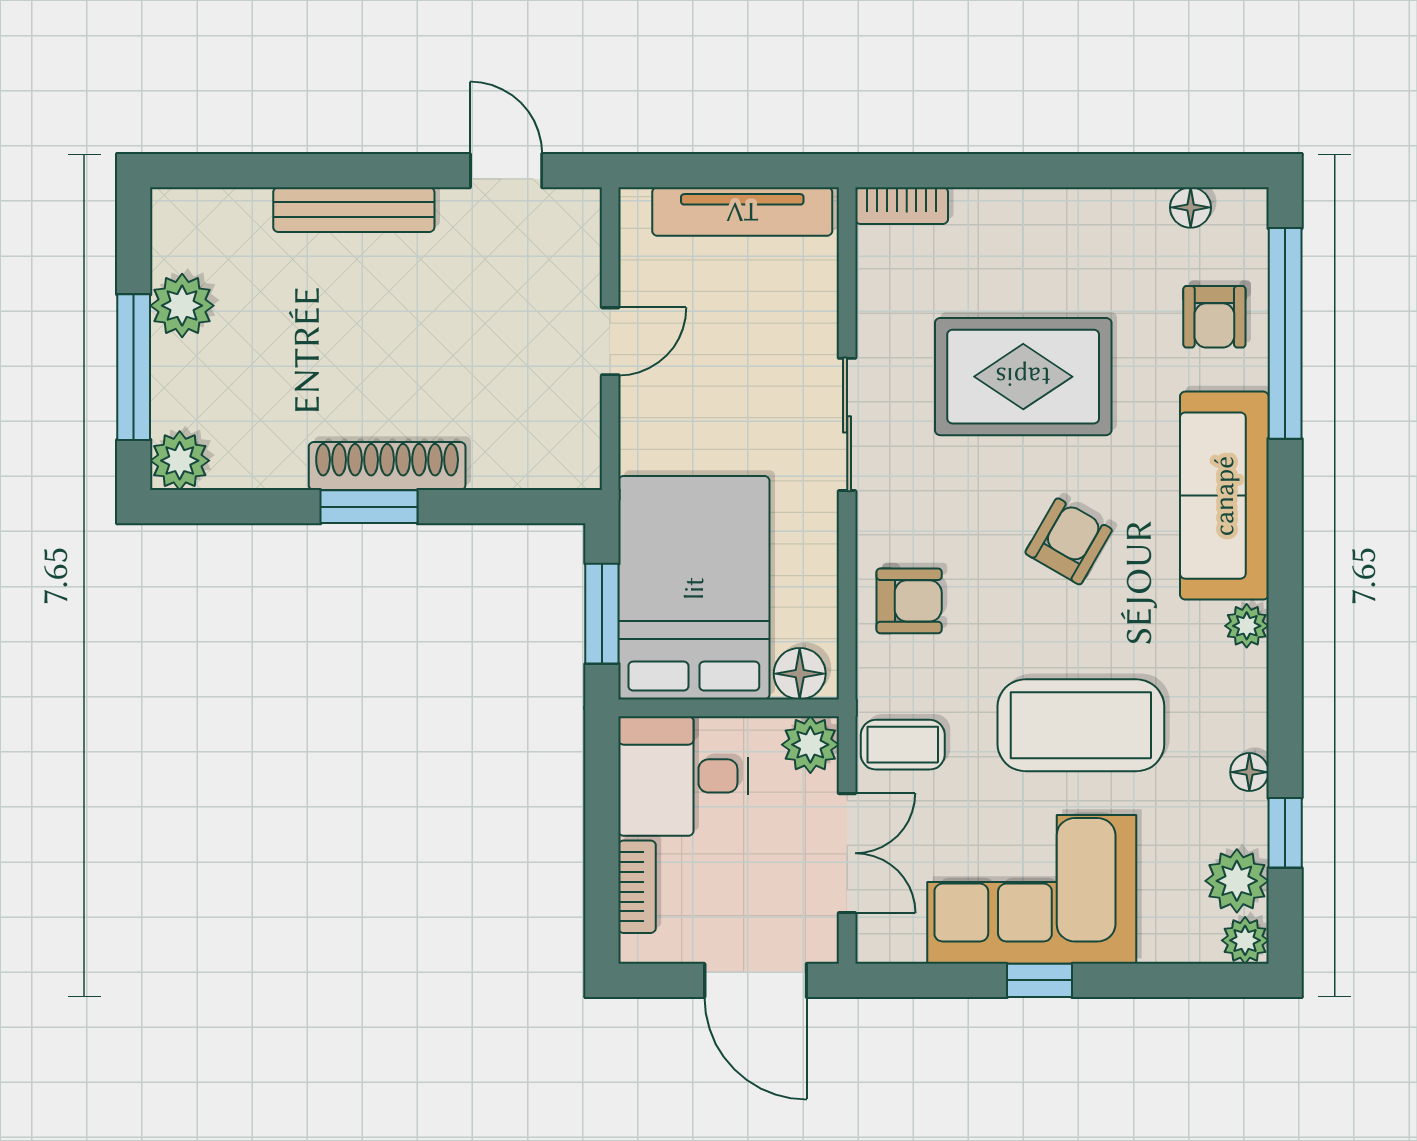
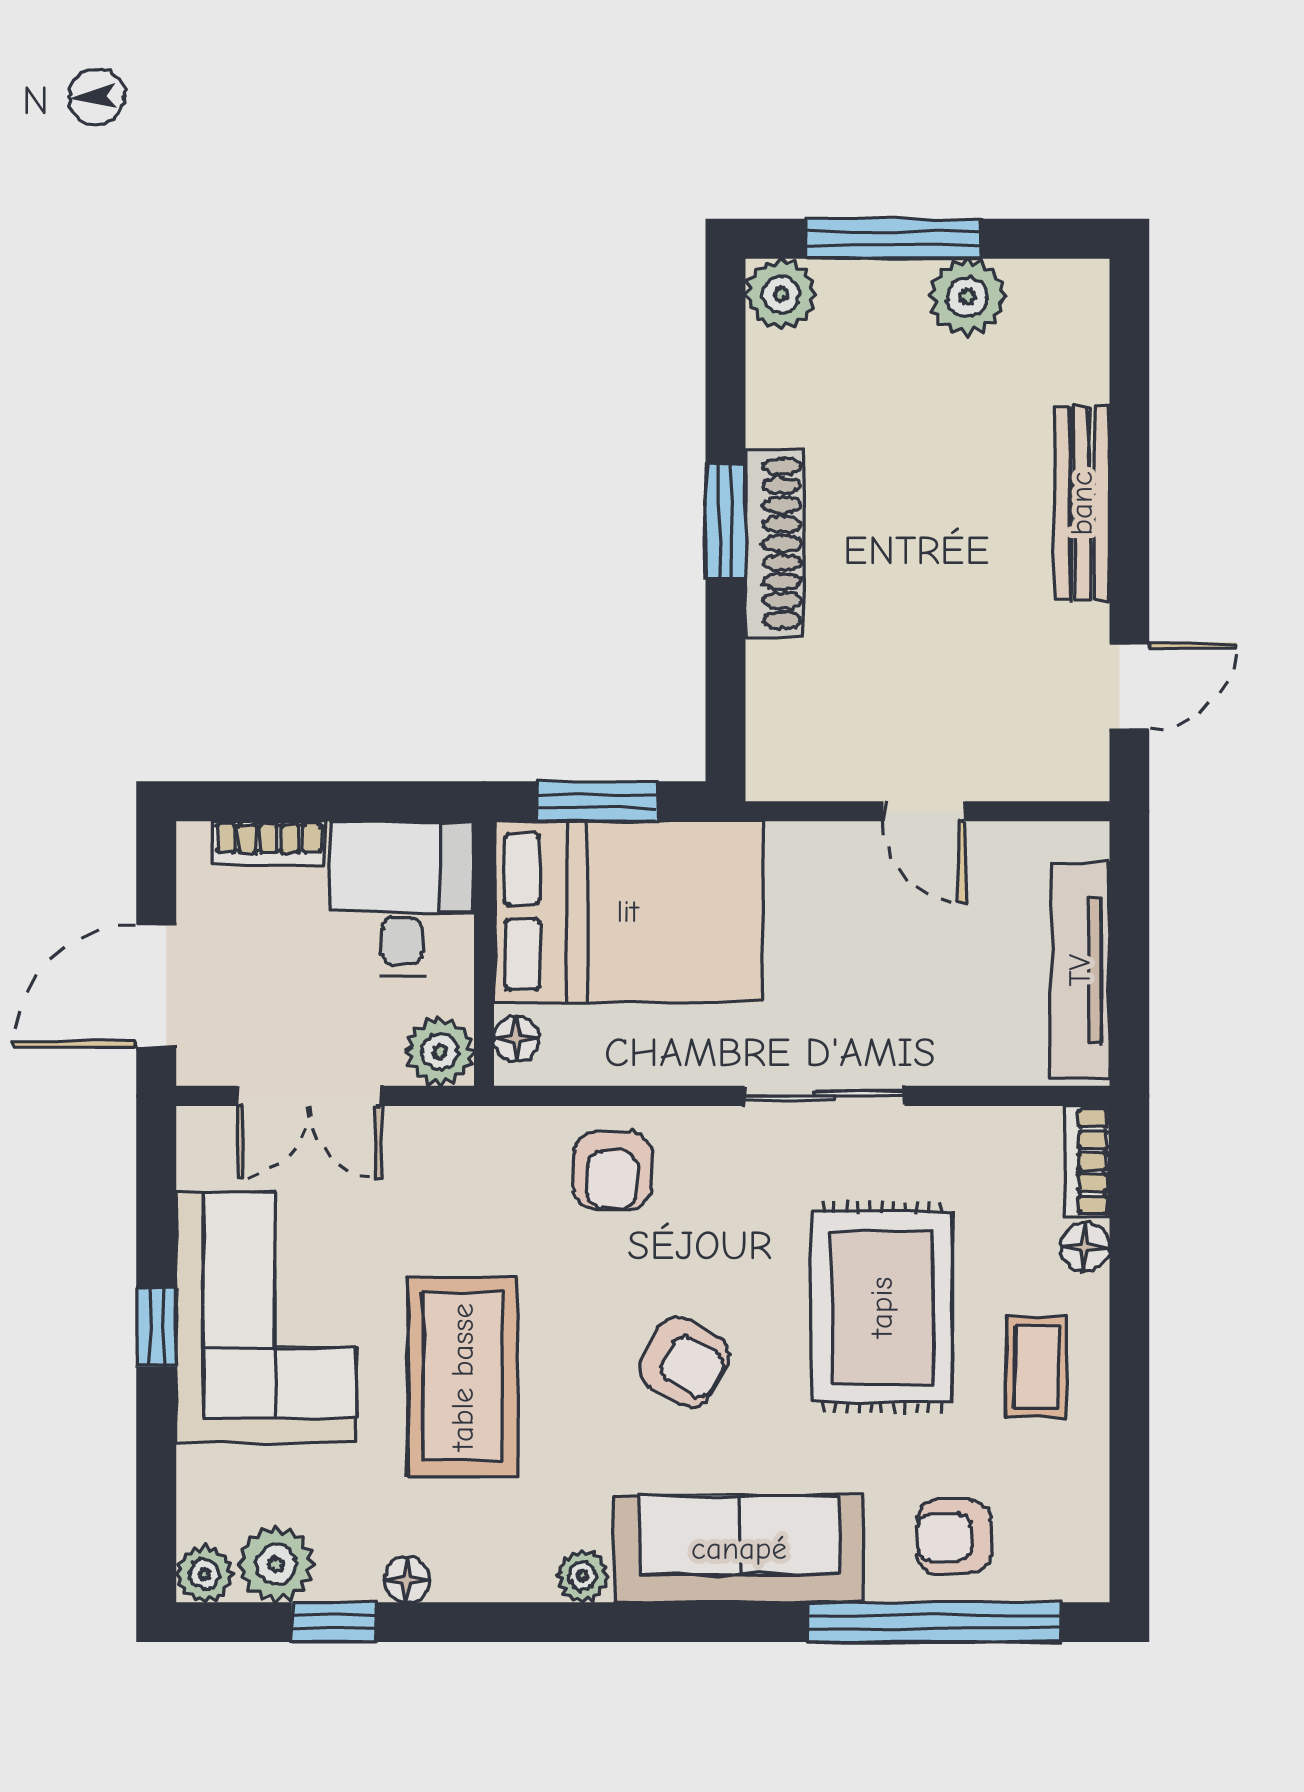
floor lamp: (1191, 207) -> (1085, 1247), moved
floor lamp: (800, 674) -> (517, 1039), width x0.73, depth x0.73
coffee table: (903, 745) -> (1037, 1367), moved

